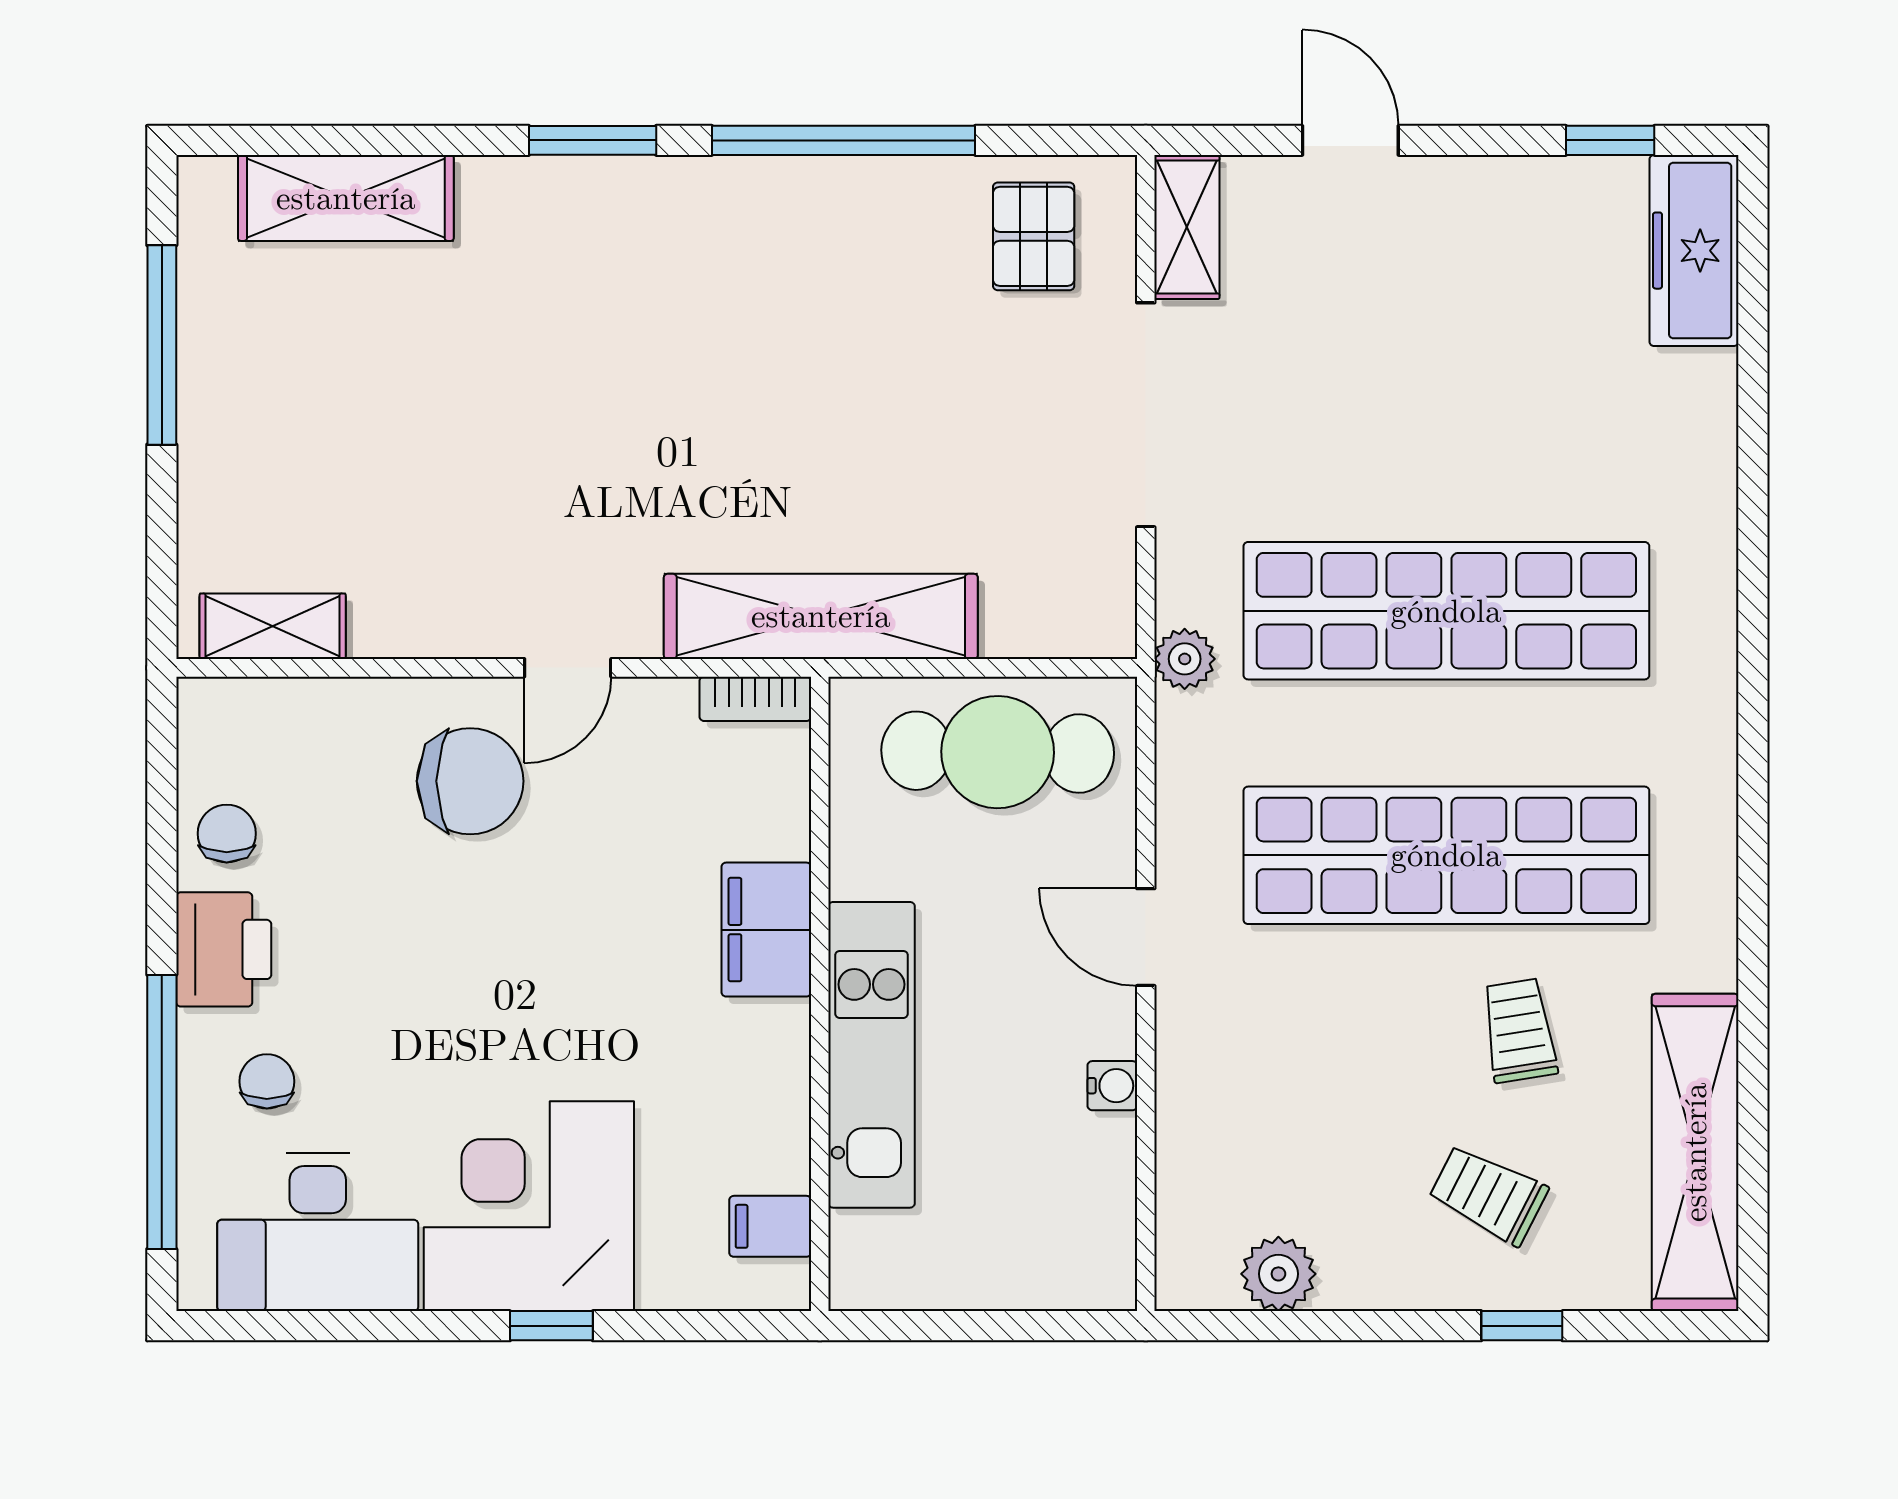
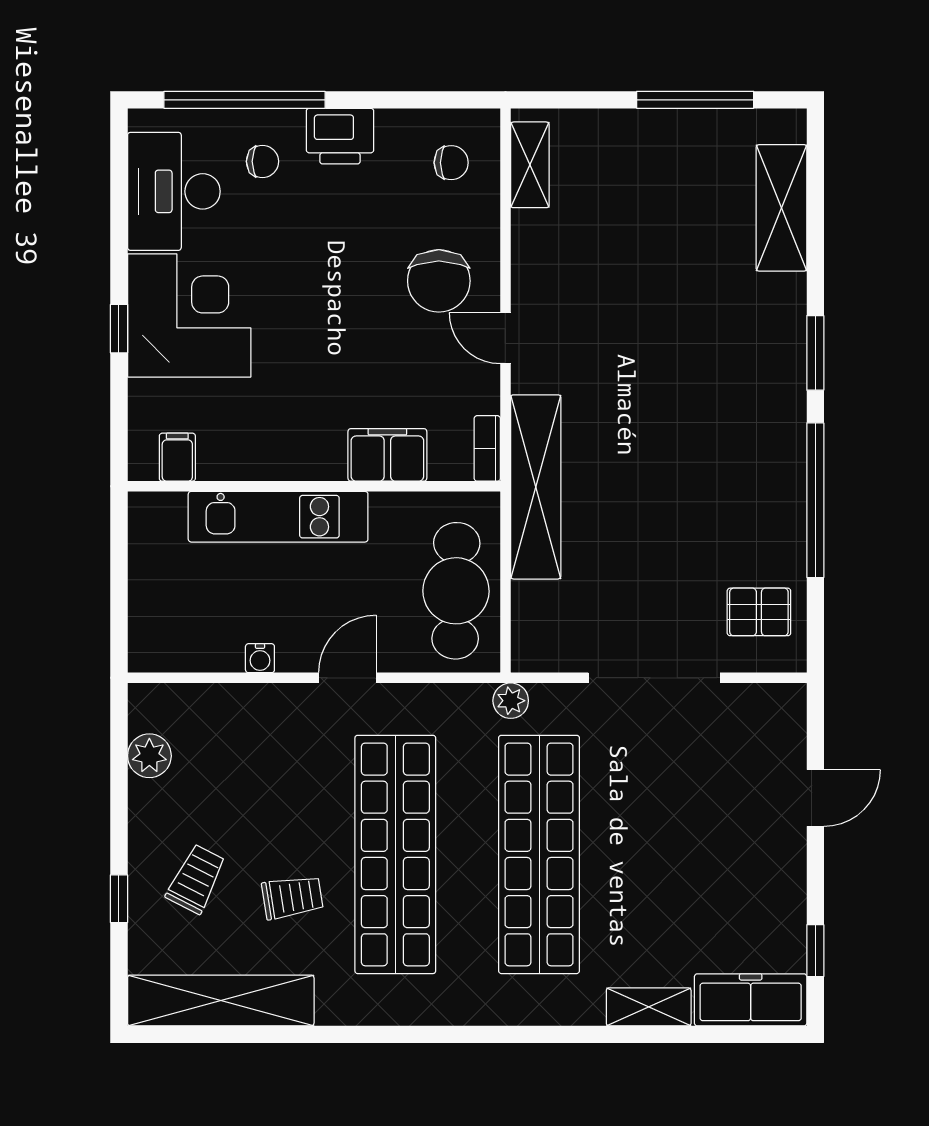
shelving: (1187, 227) -> (649, 1007), moved
chair: (227, 834) -> (451, 163), moved
filing cabinet: (766, 930) -> (387, 455), moved

